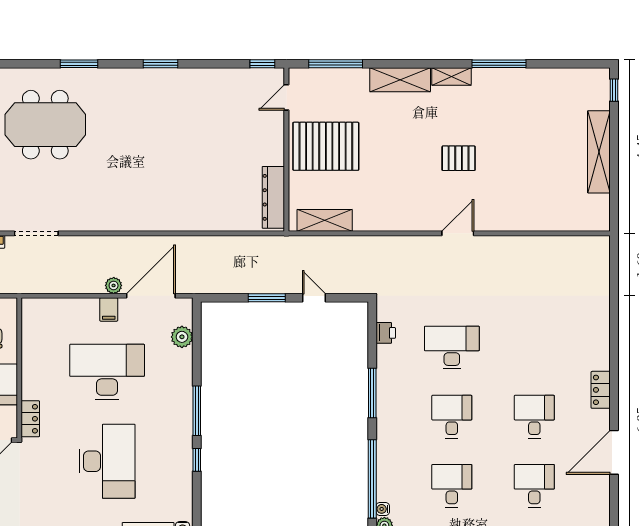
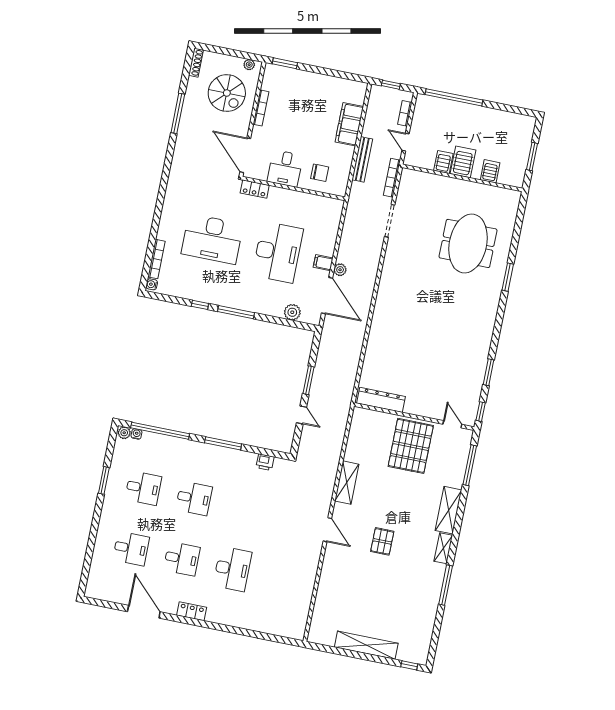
window: (160, 64) -> (489, 372), moved
shelving: (325, 220) -> (347, 483), moved
door: (314, 298) -> (301, 415), hinge flipped
desk: (452, 347) -> (232, 569), moved

